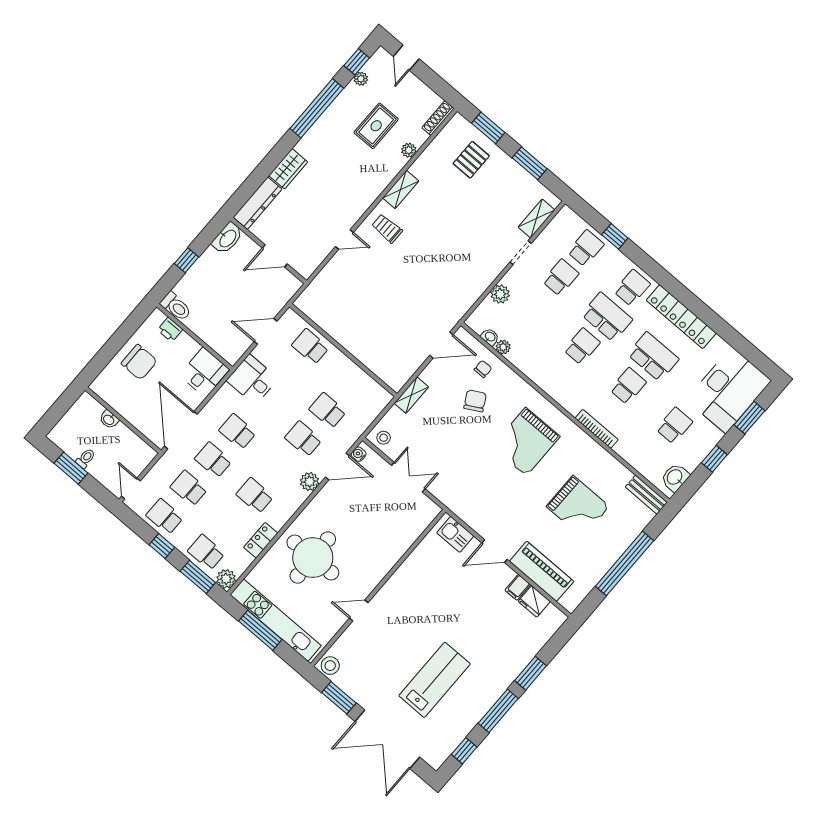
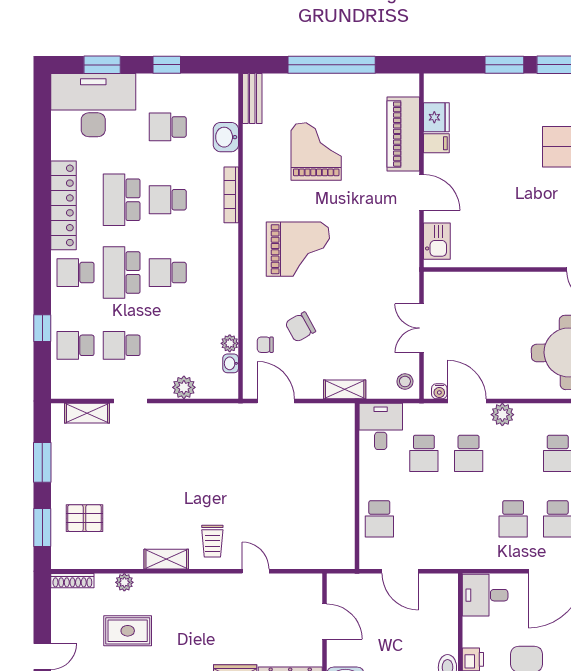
desk: (252, 380) -> (381, 426), moved, turned 180
washbasin: (675, 477) -> (226, 137), moved, turned 90

